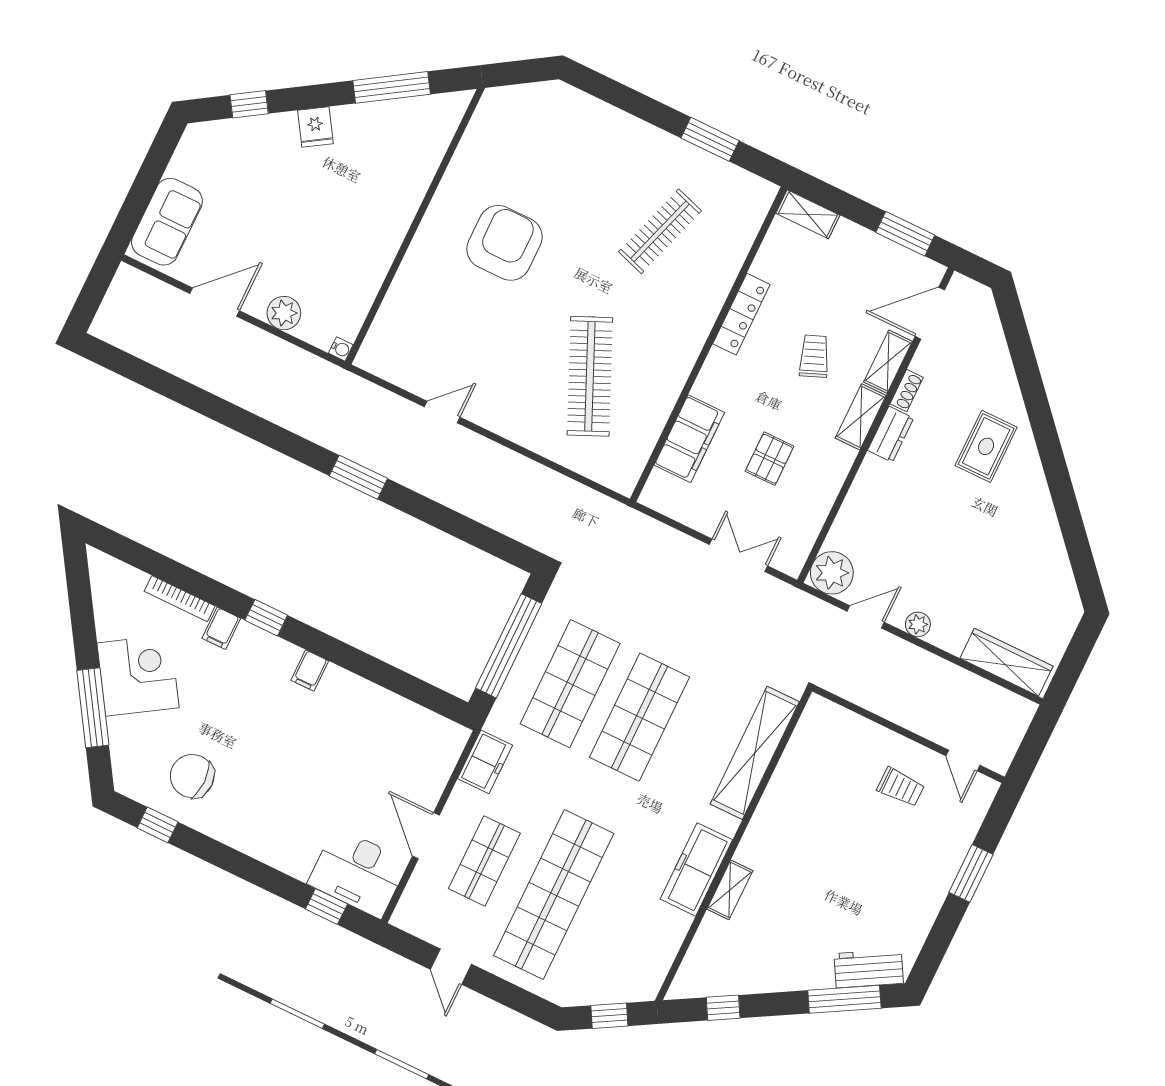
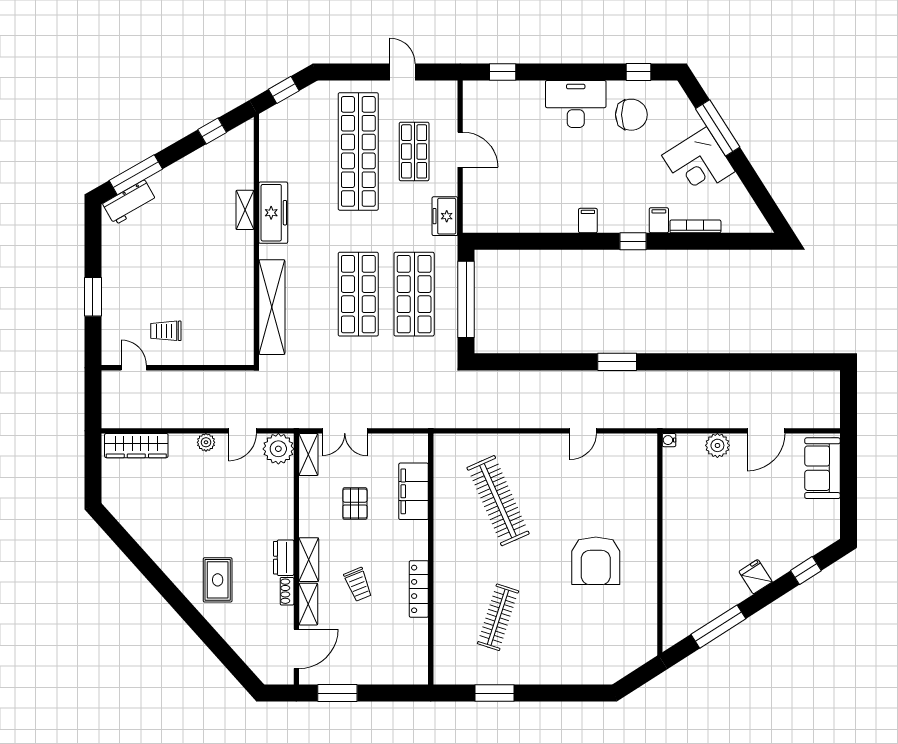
shelving: (808, 214) -> (308, 455), moved, turned 90
desk: (358, 873) -> (576, 104), moved

